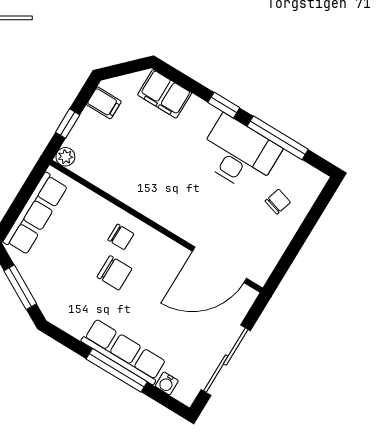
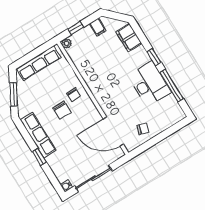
chair: (278, 202) -> (143, 129), moved
row of seats: (124, 352) -> (38, 135), moved
window: (117, 370) -> (39, 157), width x0.46
water cooler: (167, 383) -> (66, 186), moved

